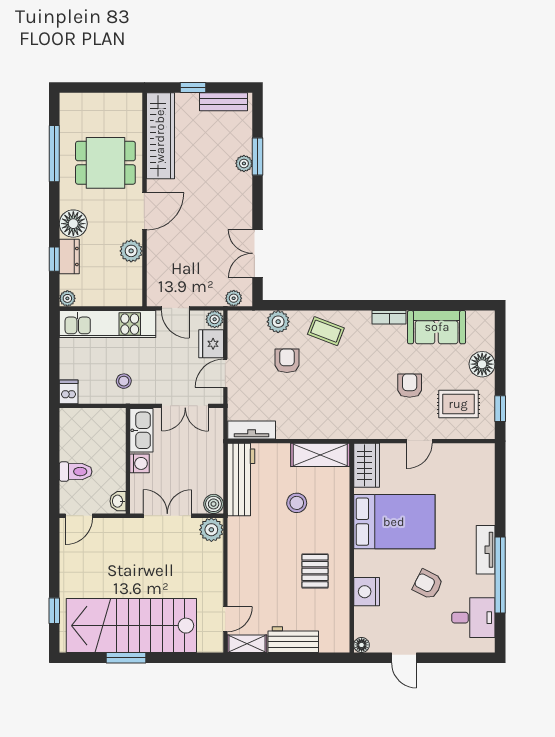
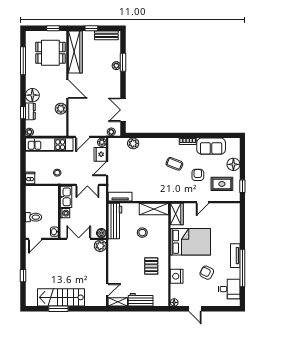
window: (115, 88) -> (53, 28), added
dining table: (105, 163) -> (50, 53), moved
door: (144, 211) -> (67, 89), hinge flipped
door: (175, 308) -> (83, 137), hinge flipped
coffee table: (326, 331) -> (174, 164), moved
armchair: (287, 361) -> (137, 163), removed
window: (54, 611) -> (23, 276), moved
stairs: (131, 626) -> (61, 297), width x0.73, depth x0.66

